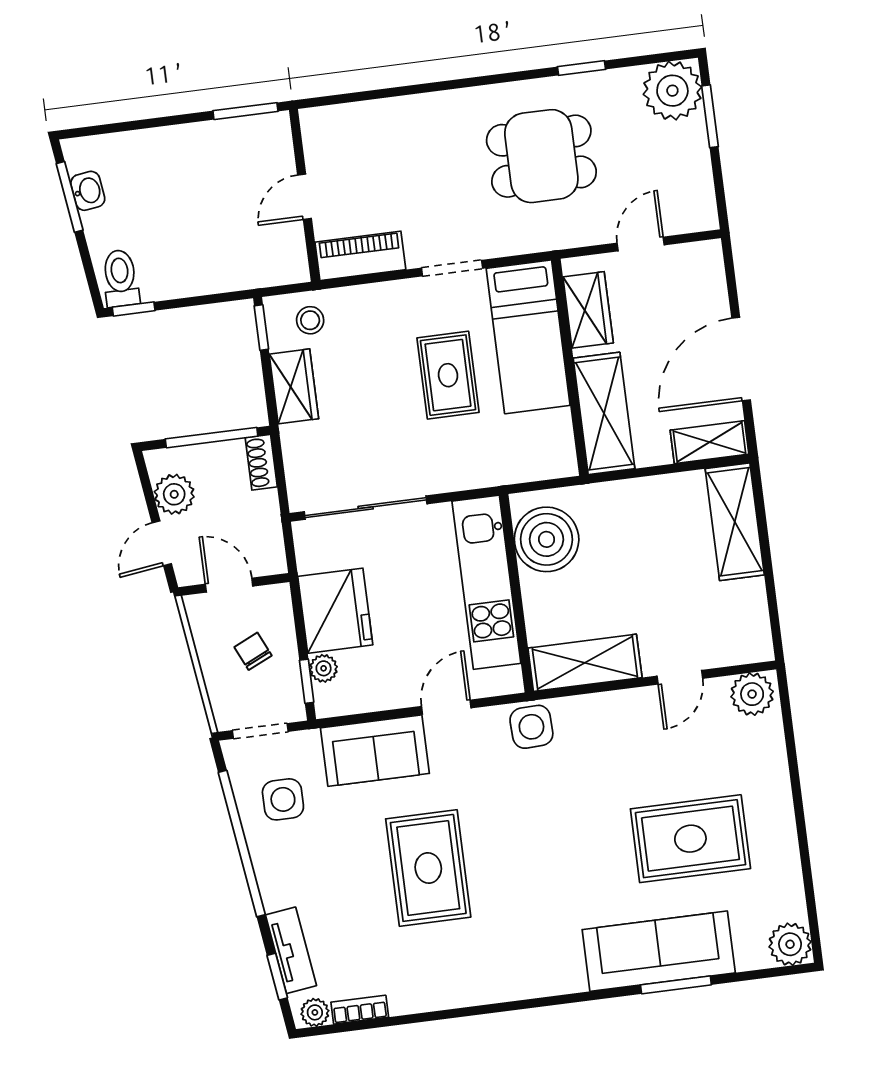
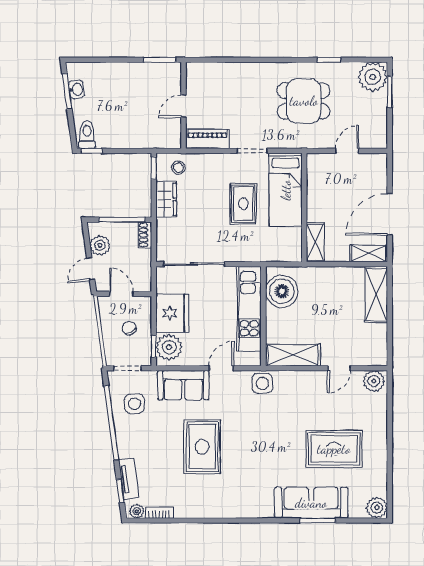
wardrobe: (588, 310) -> (317, 180), removed
shelving: (604, 413) -> (315, 242), width x0.67, depth x0.75
plant: (324, 668) -> (169, 347), width x1.88, depth x1.88

